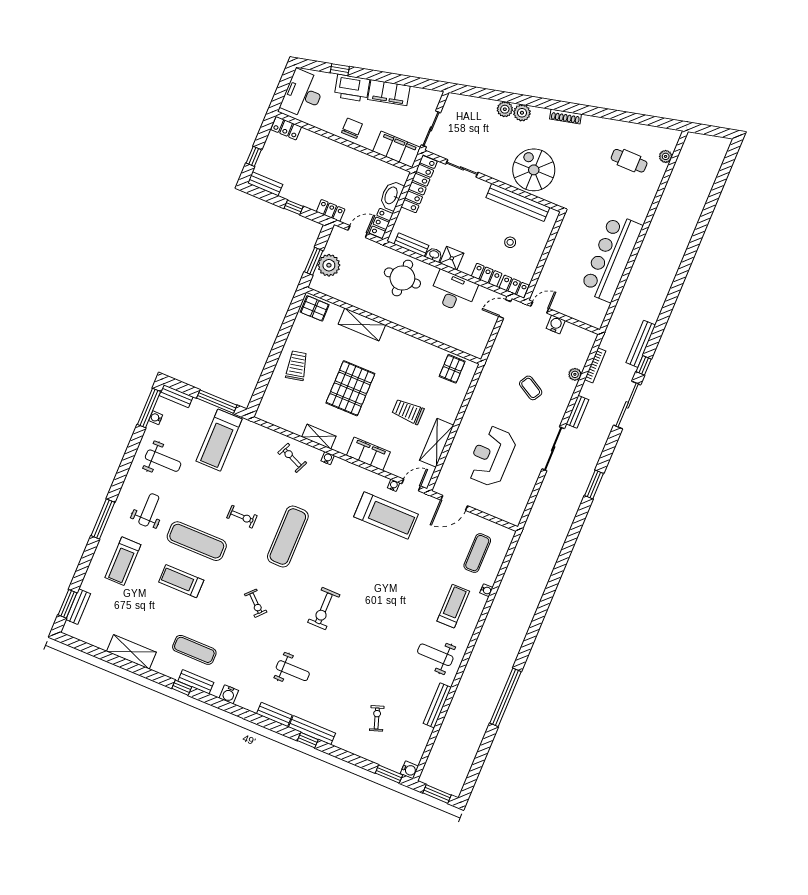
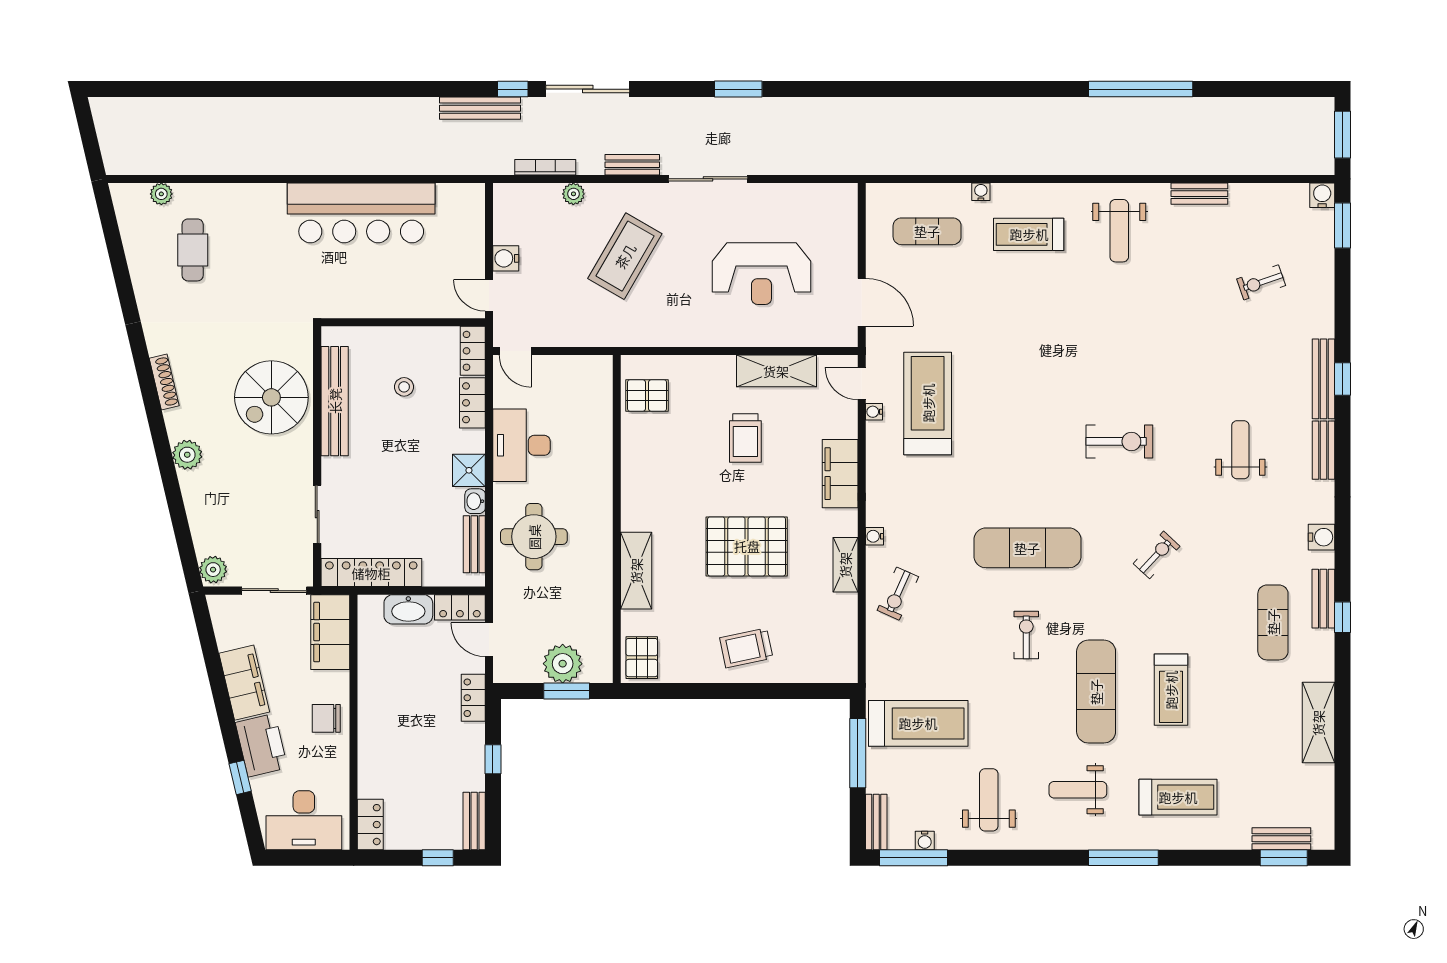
plant: (505, 109) -> (213, 570), moved
coffee table: (531, 388) -> (625, 256), width x1.86, depth x1.72
bench: (437, 705) -> (1199, 194), width x0.73

